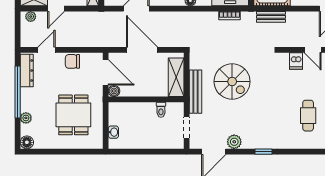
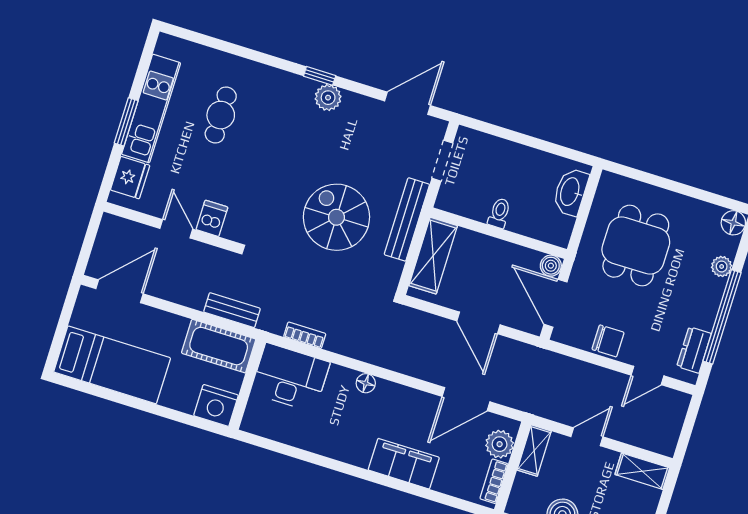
door: (56, 9) -> (587, 437), moved
plant: (31, 17) -> (657, 443), removed
door: (142, 50) -> (478, 323), width x0.73
dresser: (27, 70) -> (694, 350), width x0.70
toilet: (161, 110) -> (499, 213), moved
washbasin: (113, 132) -> (571, 192), width x1.91, depth x1.45
plant: (234, 142) -> (328, 98), moved

